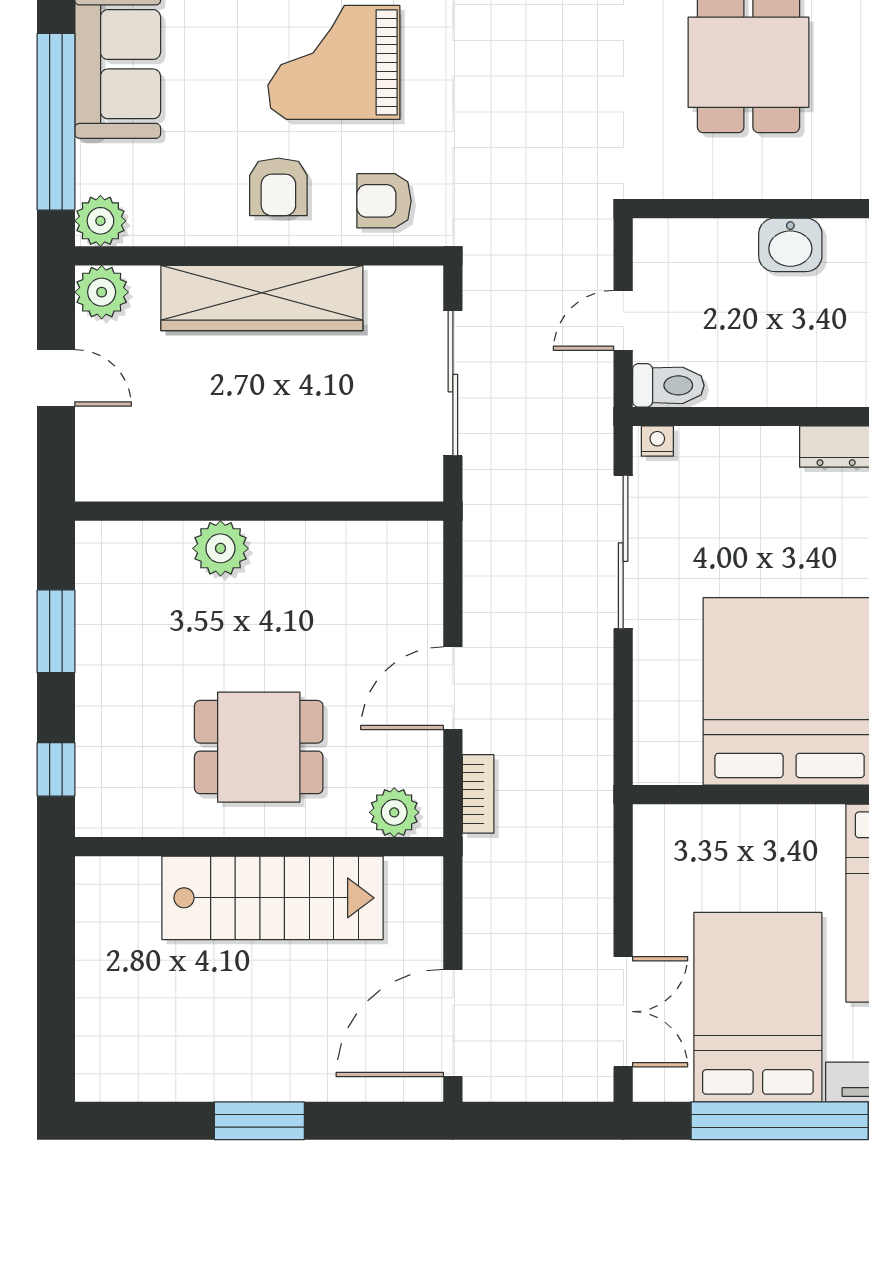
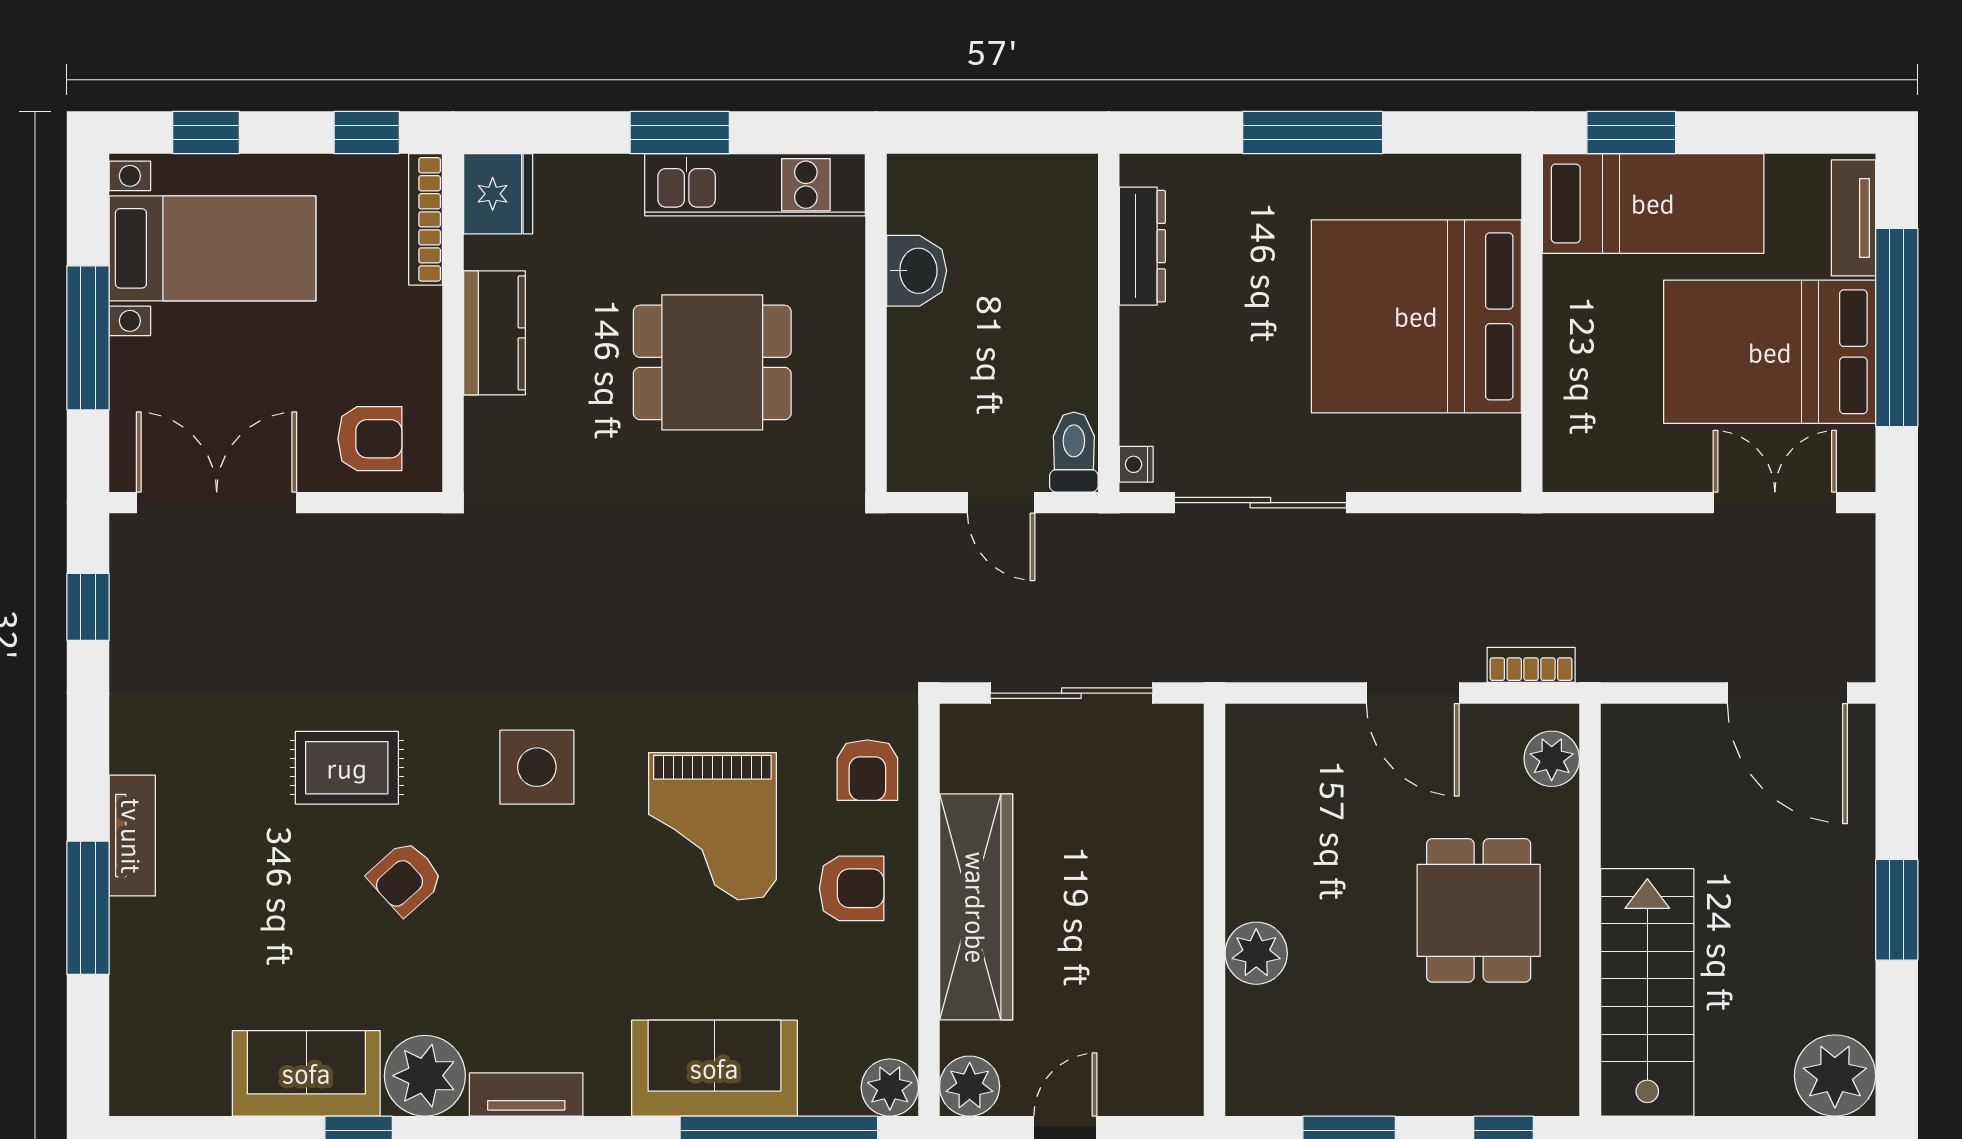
washbasin: (790, 245) -> (917, 271), moved
stairs: (272, 898) -> (1647, 992), moved
plant: (111, 1065) -> (1835, 1075), added

